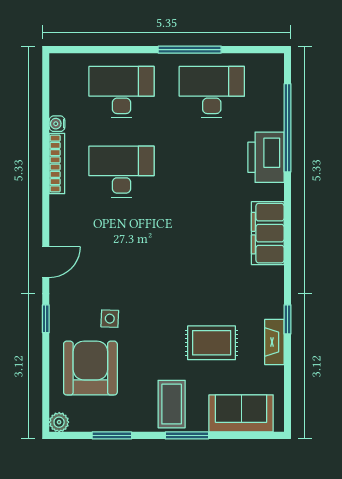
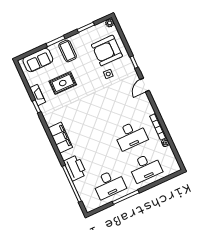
armchair: (90, 368) -> (107, 50), turned 90

